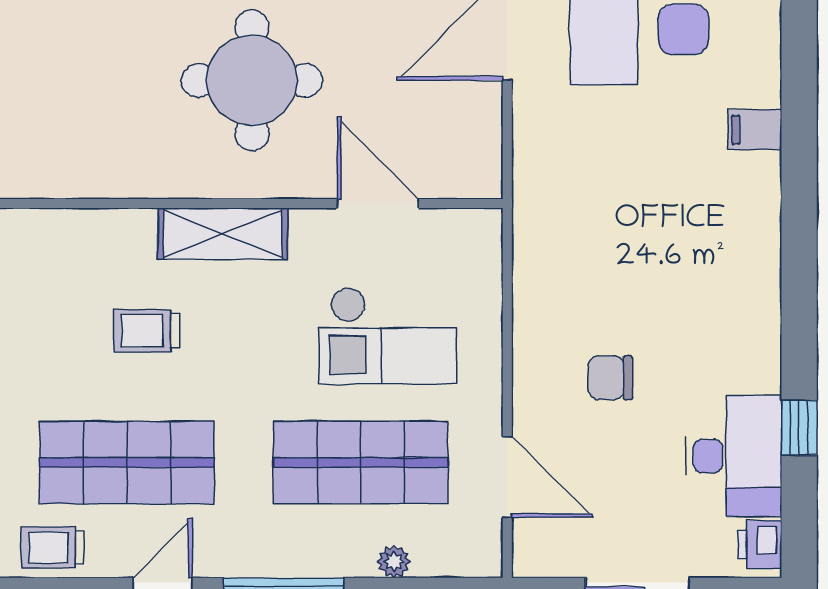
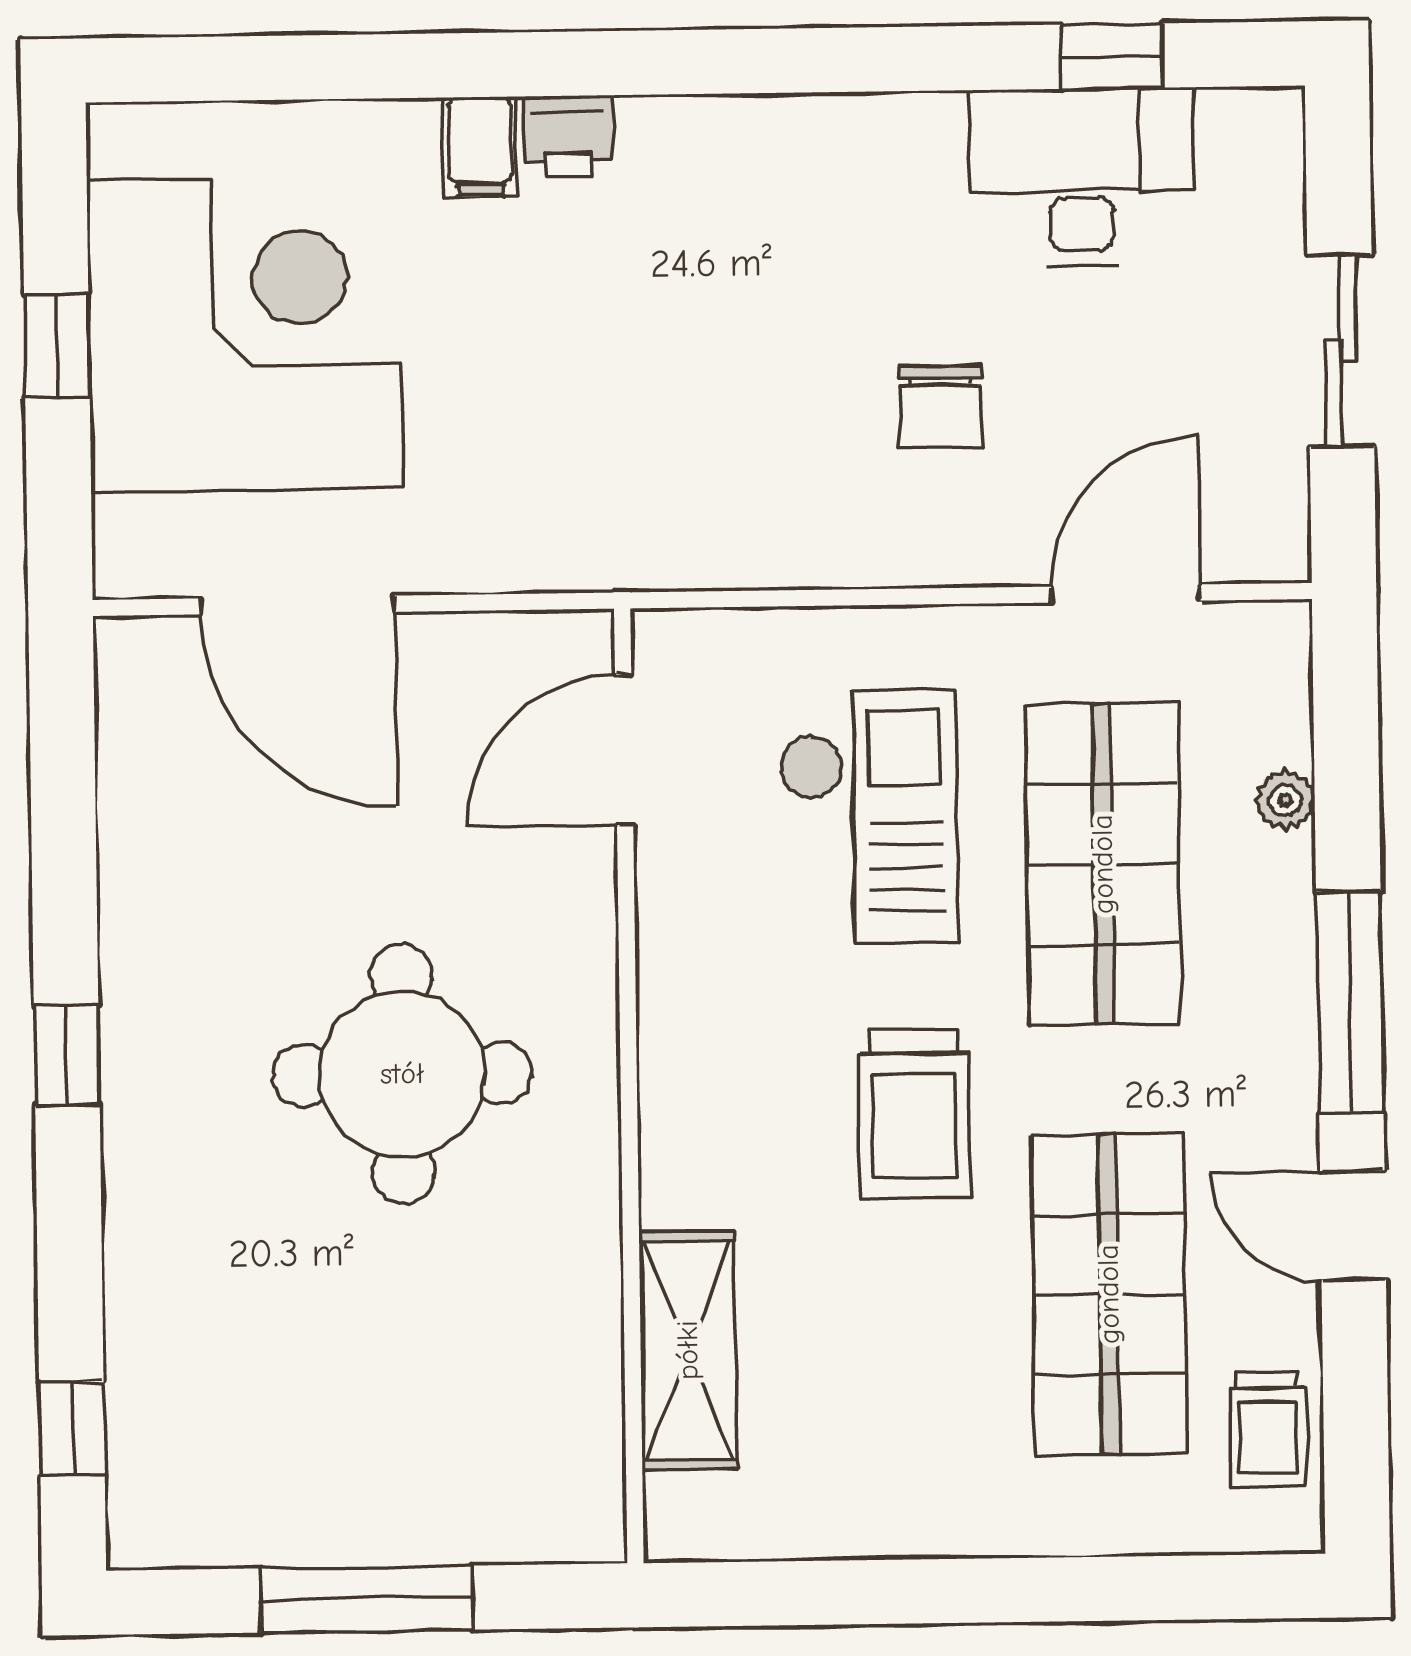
door: (378, 203) -> (624, 750), moved
shelving: (223, 234) -> (688, 1350), moved
trolley: (147, 331) -> (914, 1114), moved, width x1.36, depth x1.39
window: (799, 428) -> (1112, 56), moved
printer: (760, 544) -> (568, 136), moved

